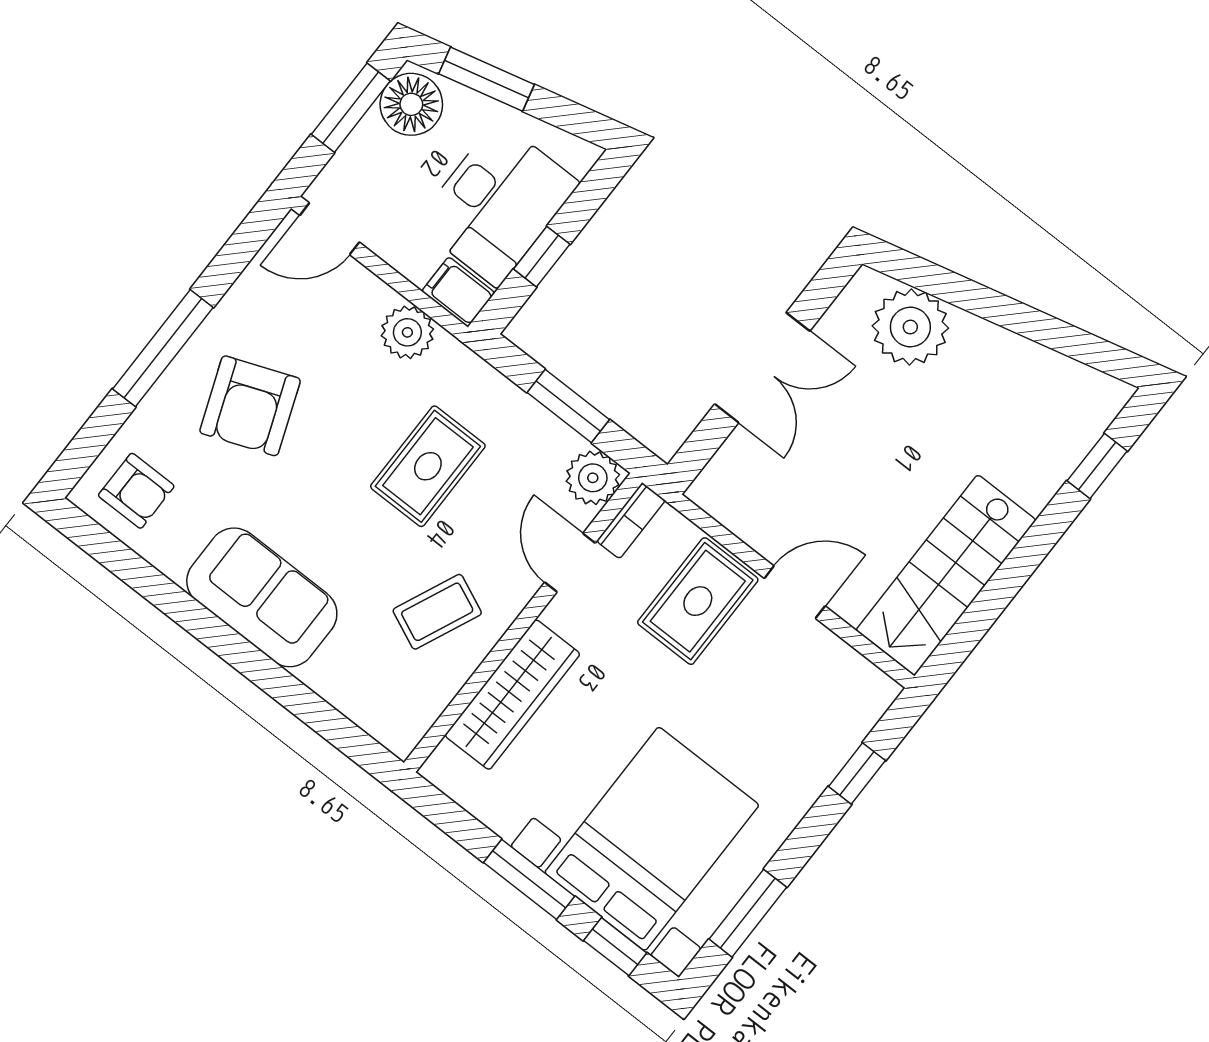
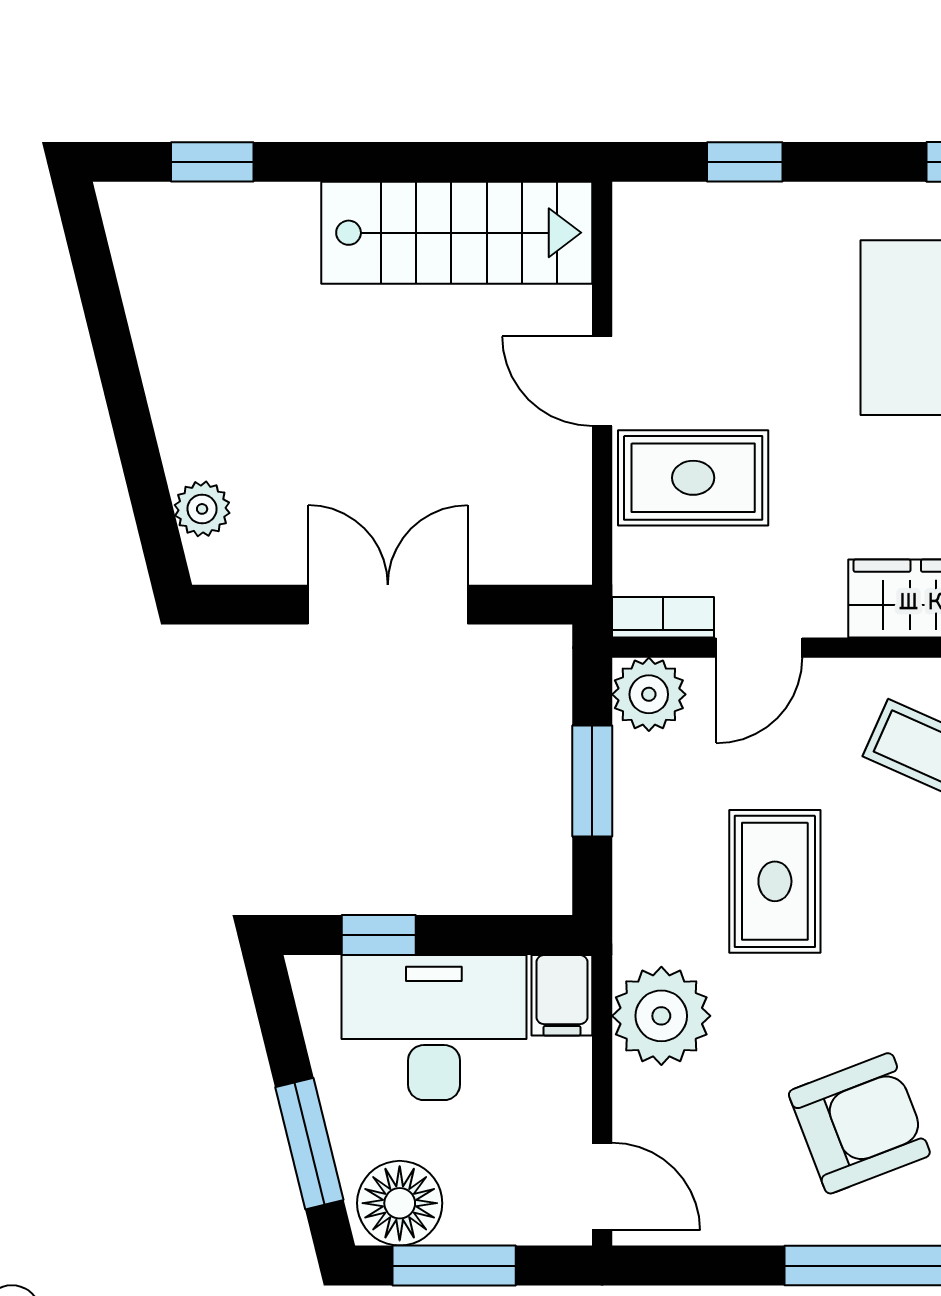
window: (542, 257) -> (379, 935), moved
plant: (910, 327) -> (202, 509), width x0.53, depth x0.53
plant: (407, 332) -> (661, 1016), width x1.36, depth x1.36
rug: (428, 466) -> (775, 881), turned 90

